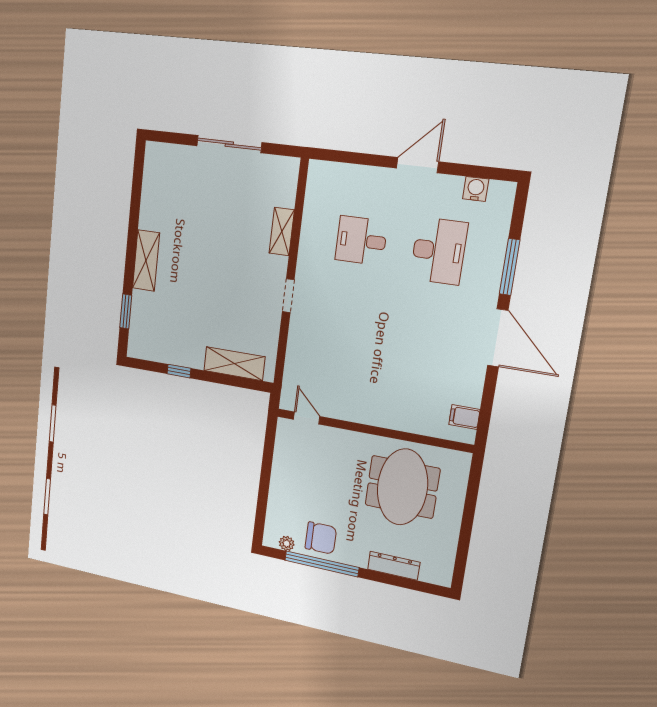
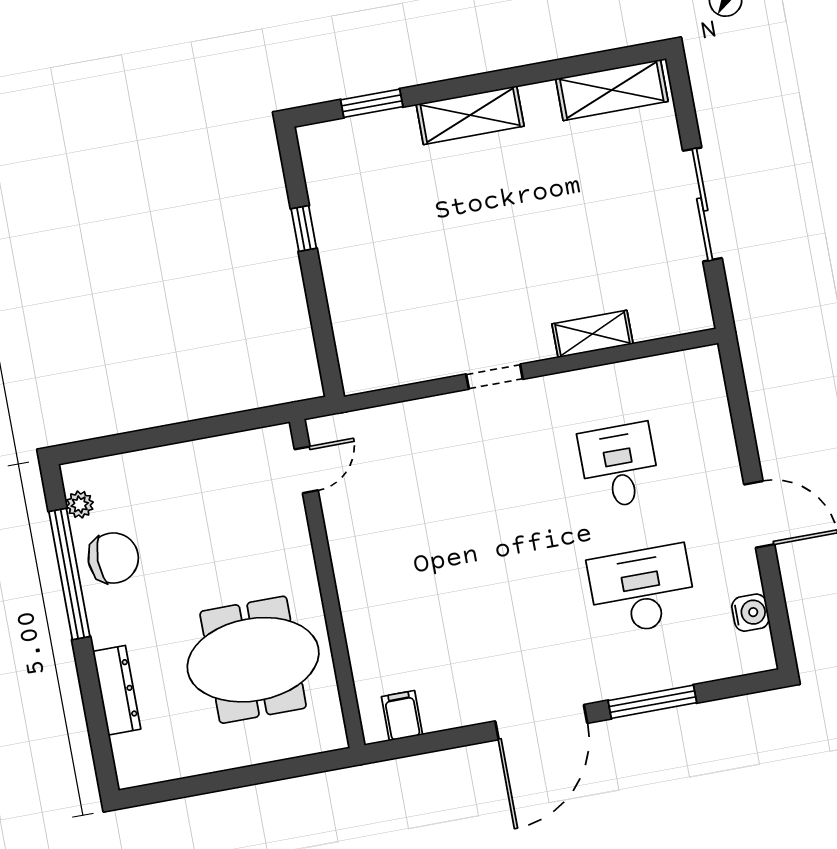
desk: (439, 251) -> (642, 590), turned 180
shelving: (234, 364) -> (612, 90), moved, turned 90
chair: (321, 538) -> (113, 558), turned -90

